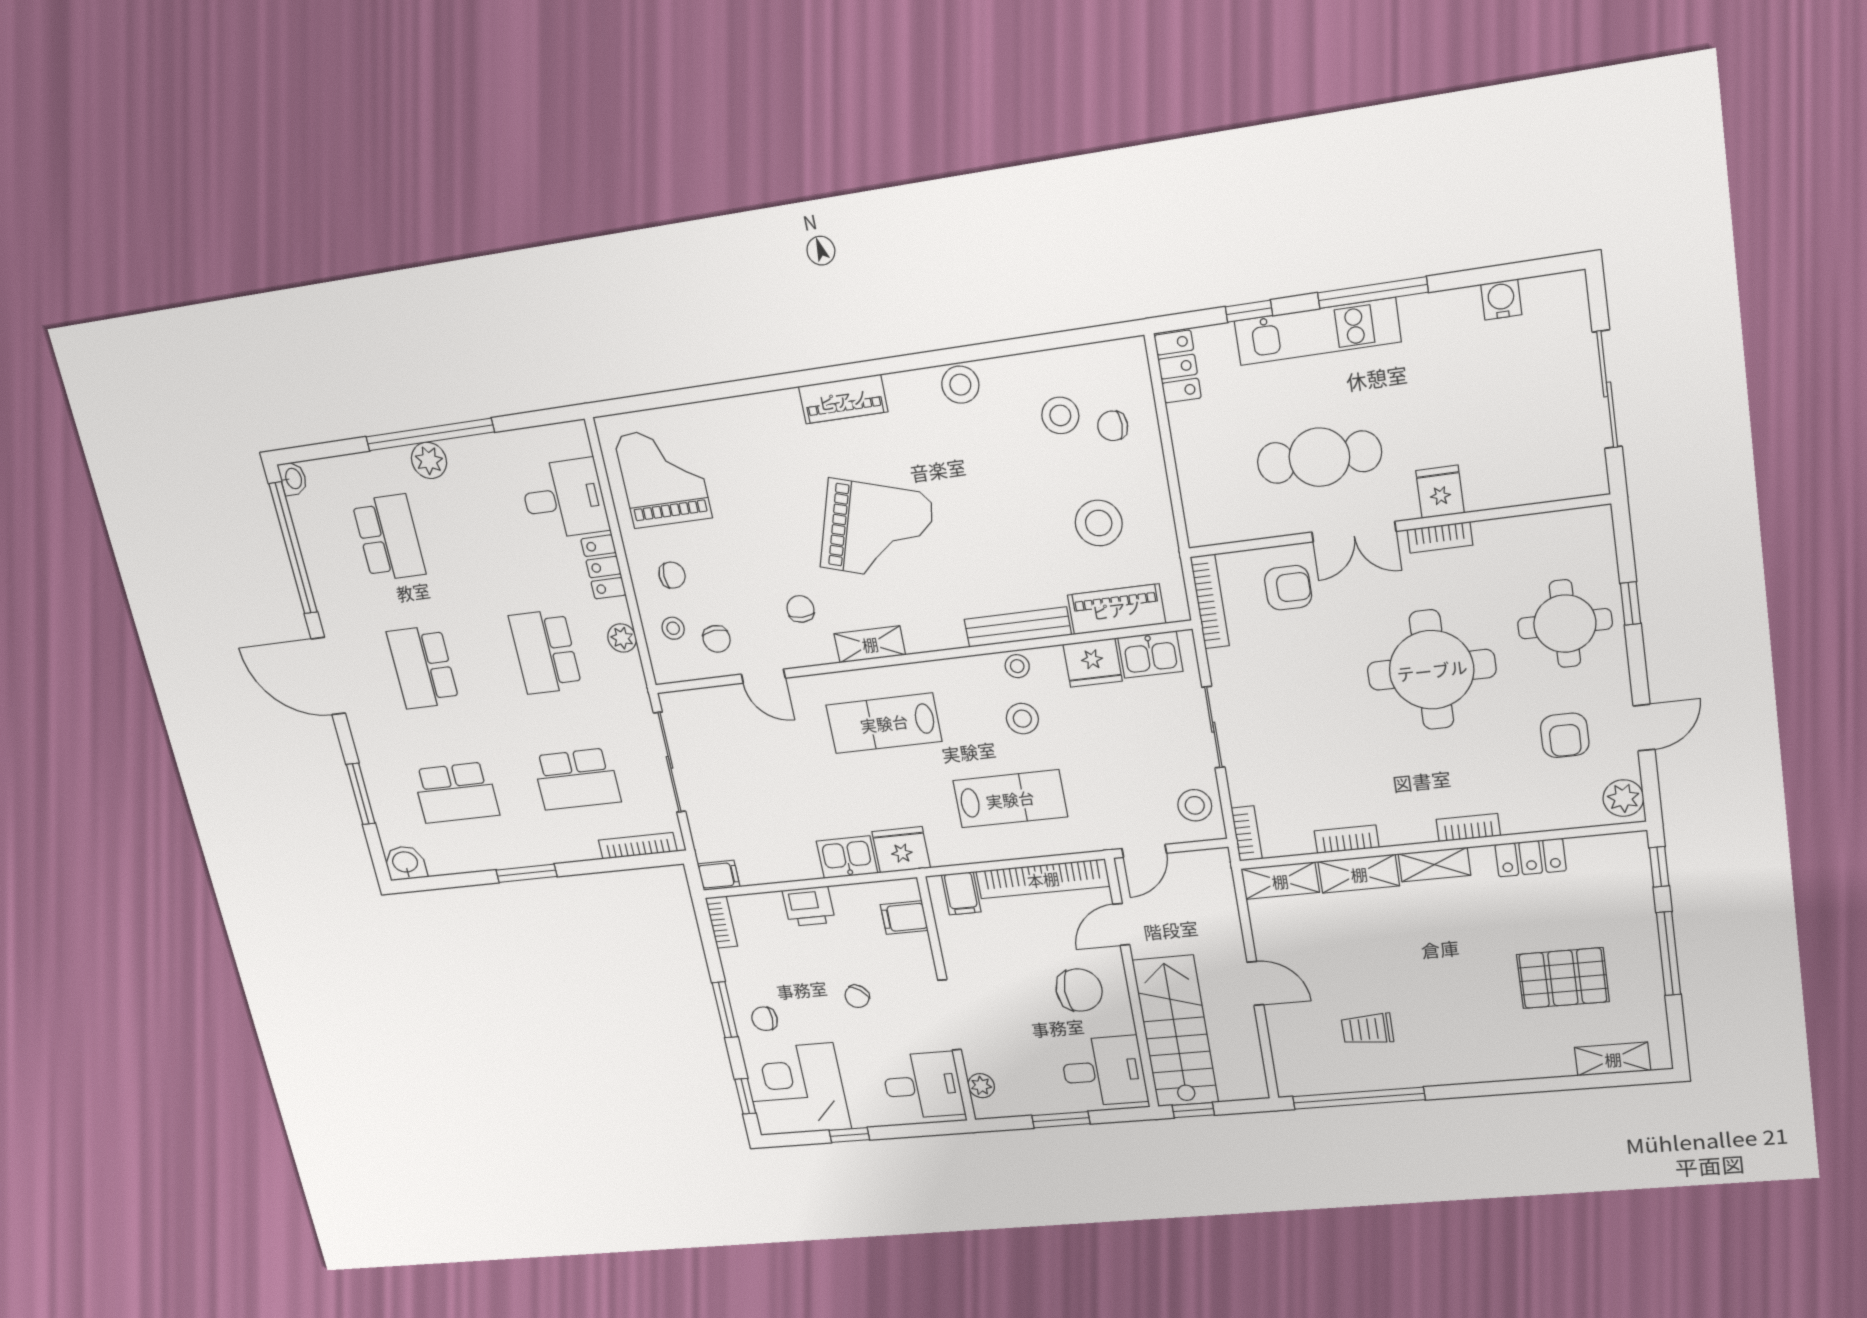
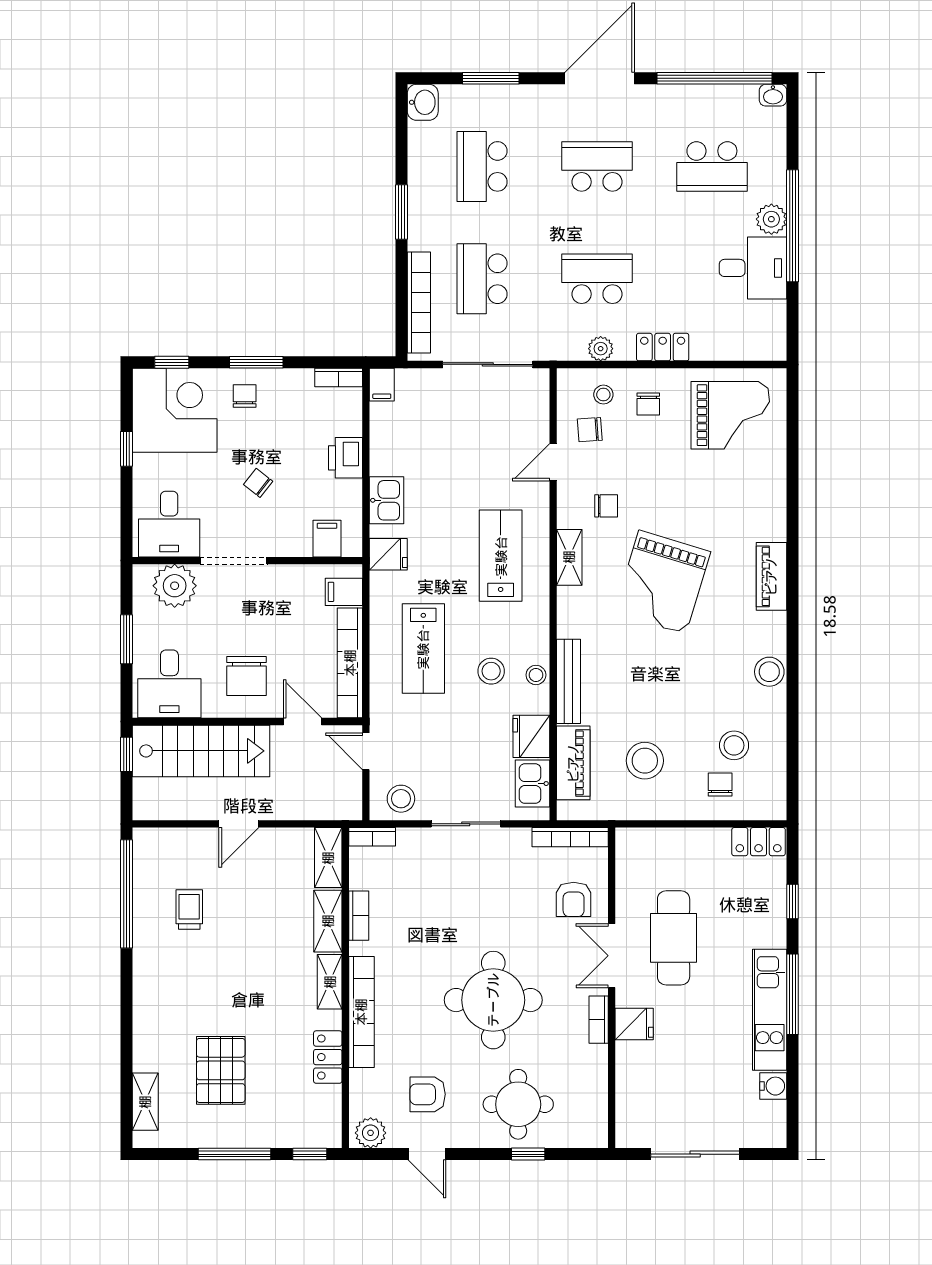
kitchen unit: (1317, 332) -> (770, 1010), moved
desk: (564, 499) -> (753, 268), moved, turned -90
bookcase: (1468, 828) -> (361, 1012), width x2.31, depth x1.31
bookcase: (638, 846) -> (419, 302), width x1.48, depth x1.31
fridge: (901, 850) -> (388, 554), width x0.72
plant: (981, 1086) -> (175, 586), width x1.88, depth x1.88

